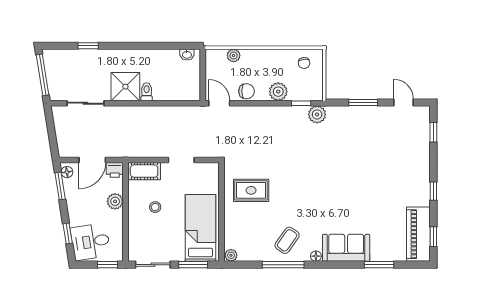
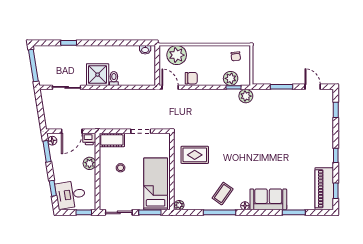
plant: (234, 56) -> (177, 55), width x1.88, depth x1.88
plant: (278, 92) -> (231, 78), moved

